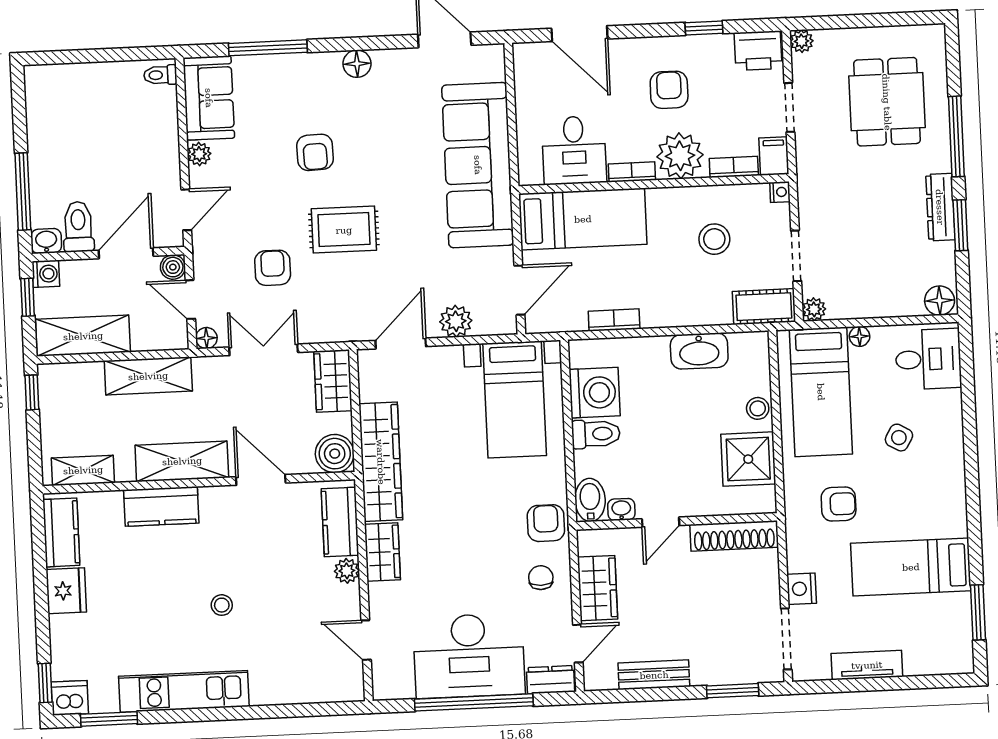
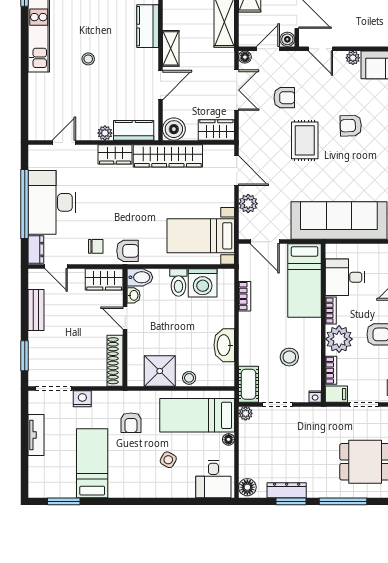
dresser: (940, 207) -> (287, 490), moved
shelving: (182, 461) -> (171, 48), width x0.67, depth x0.75
wardrobe: (598, 588) -> (104, 279), moved

